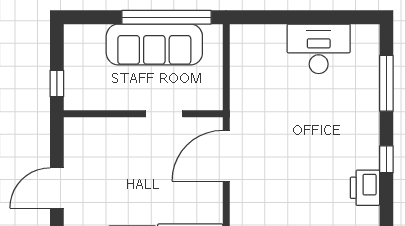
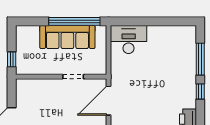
desk: (319, 49) -> (129, 39), moved
window: (386, 159) -> (200, 91), moved

